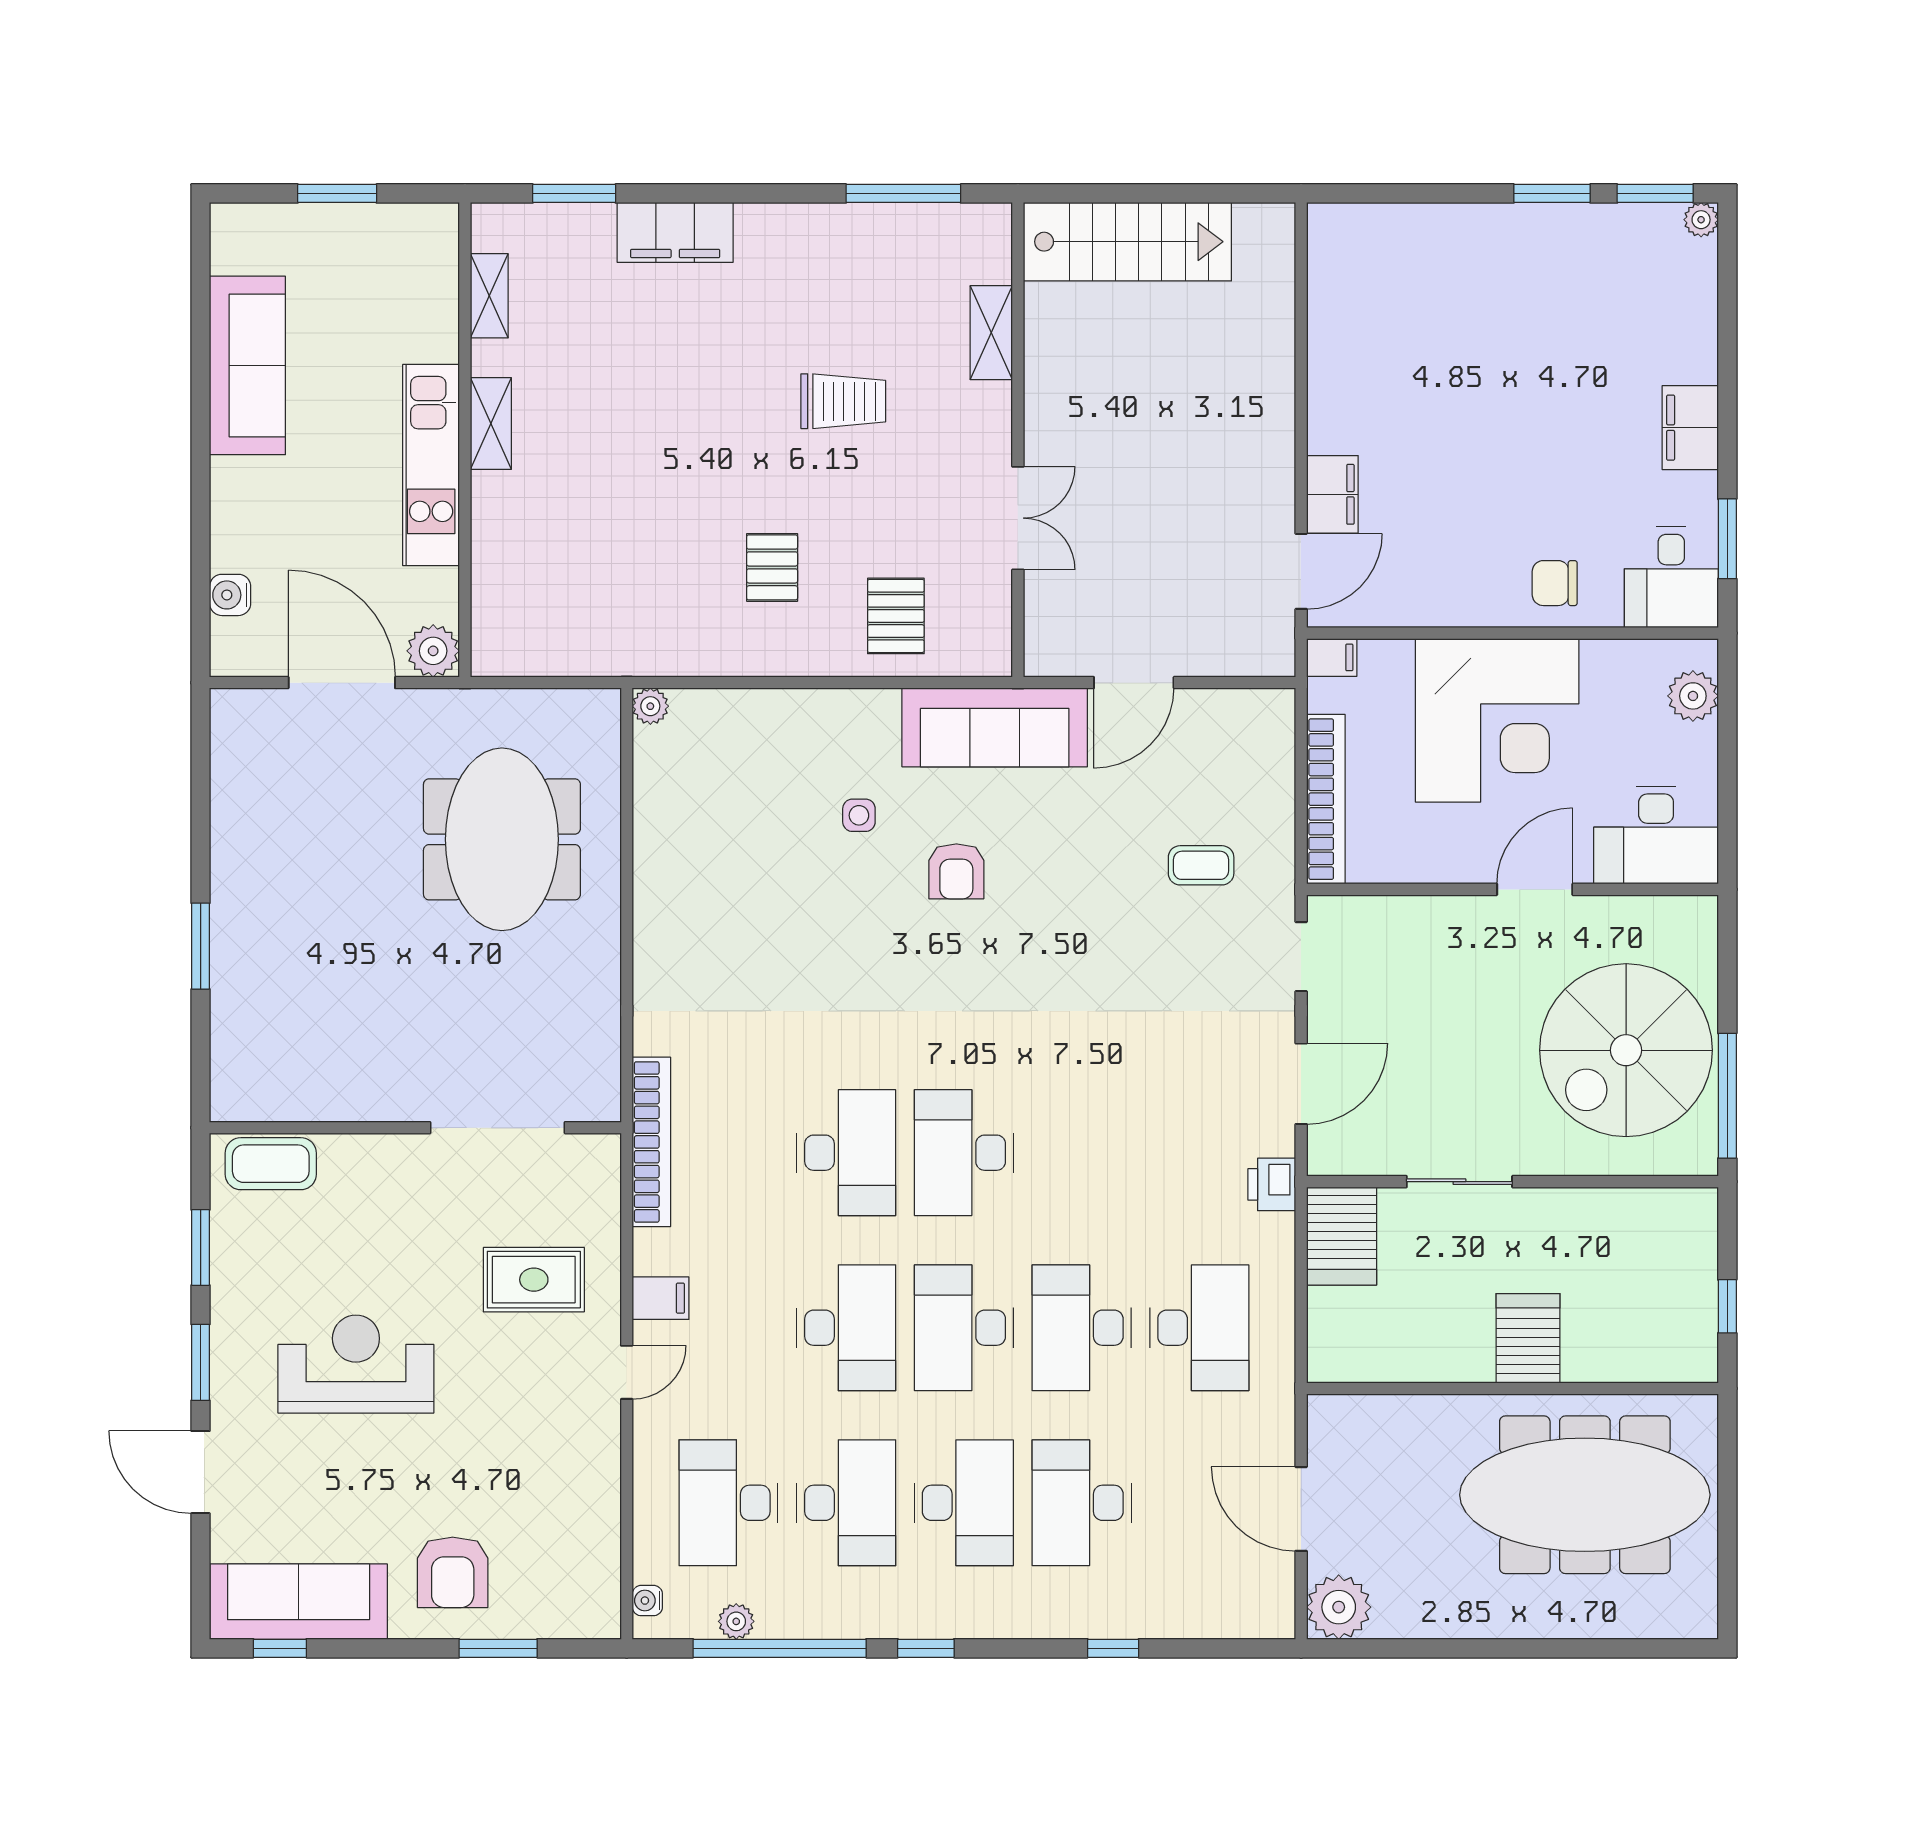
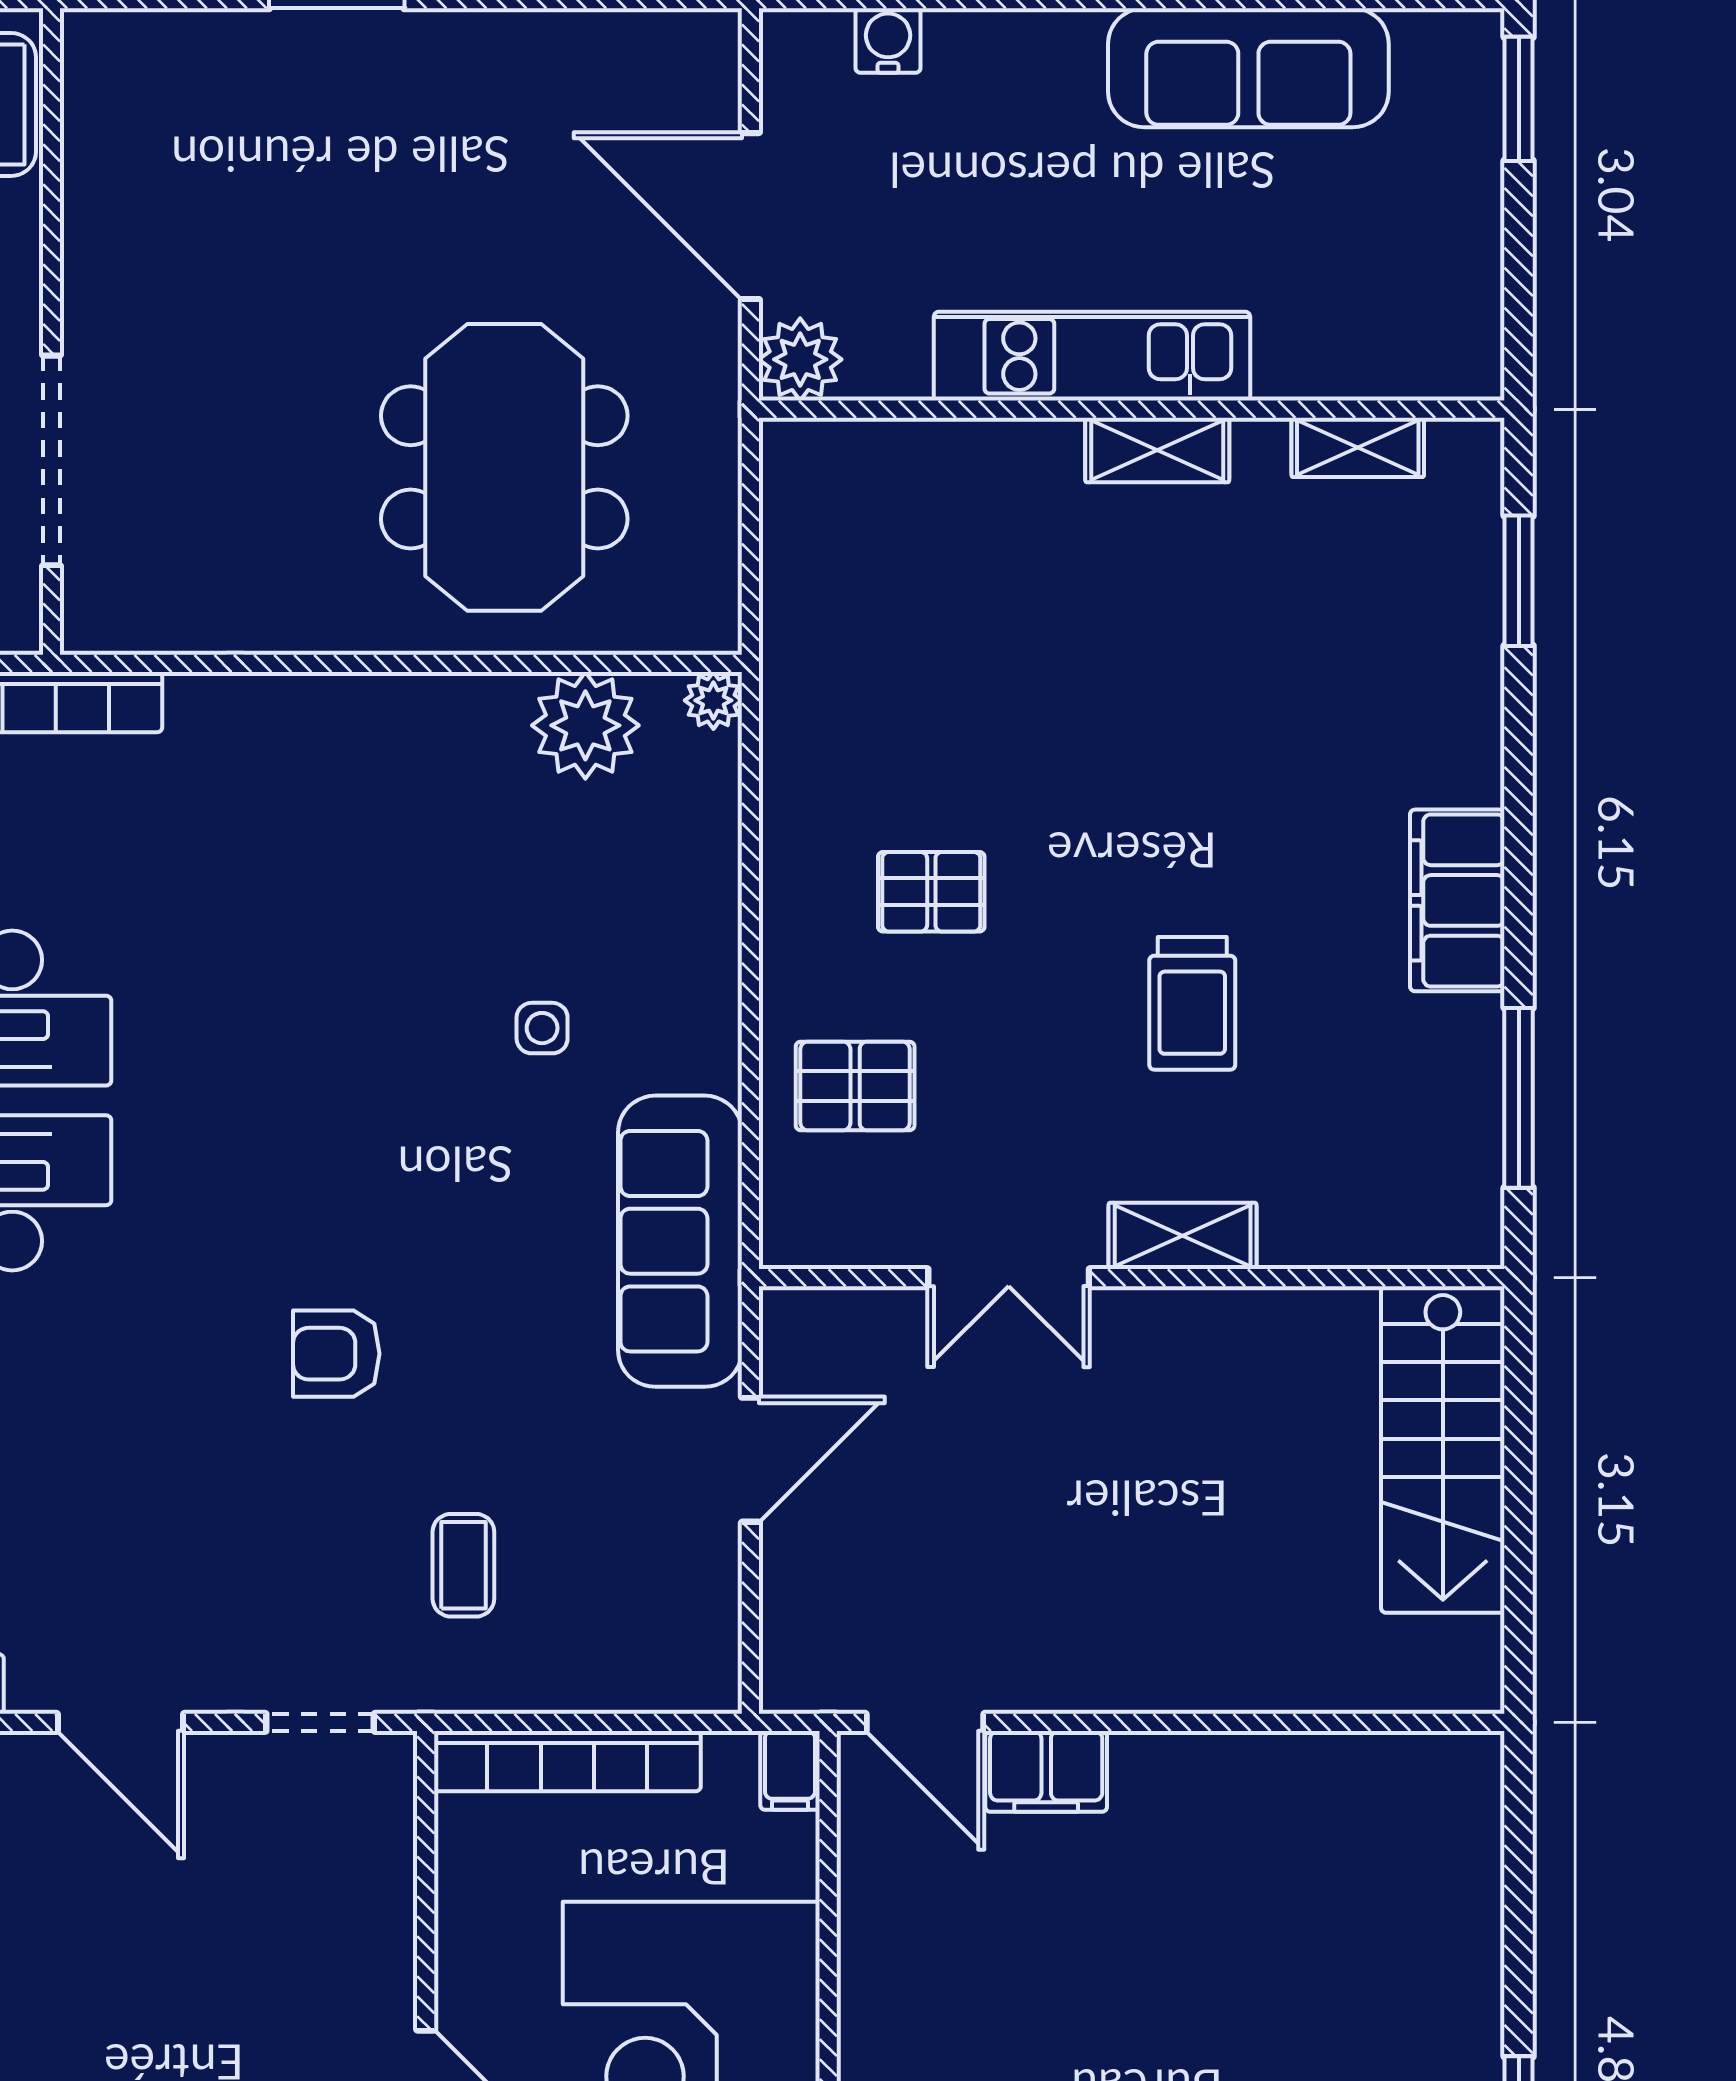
window: (337, 193) -> (1519, 99), moved
filing cabinet: (675, 232) -> (1457, 900), moved
shelving: (991, 333) -> (1183, 1236), moved
door: (342, 683) -> (750, 216), swing flipped
door: (1134, 683) -> (750, 1460), swing flipped
plant: (666, 788) -> (585, 725), added
meeting table: (502, 839) -> (504, 467), turned 90
armchair: (956, 871) -> (336, 1354), moved

